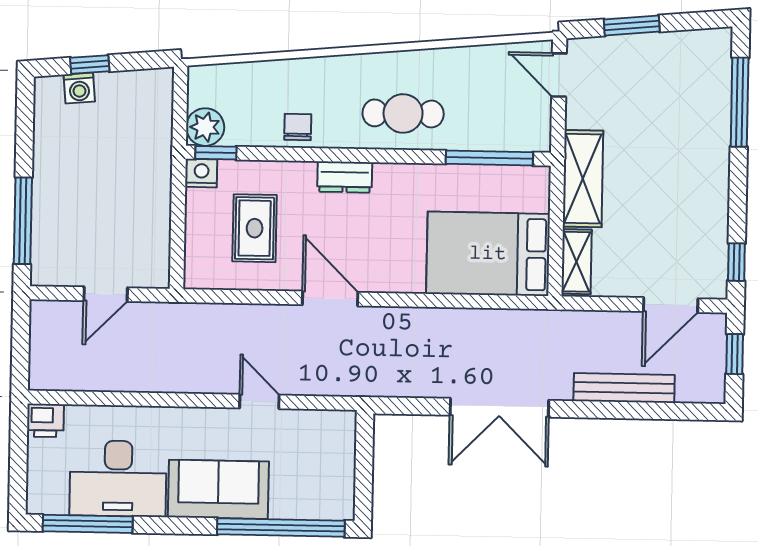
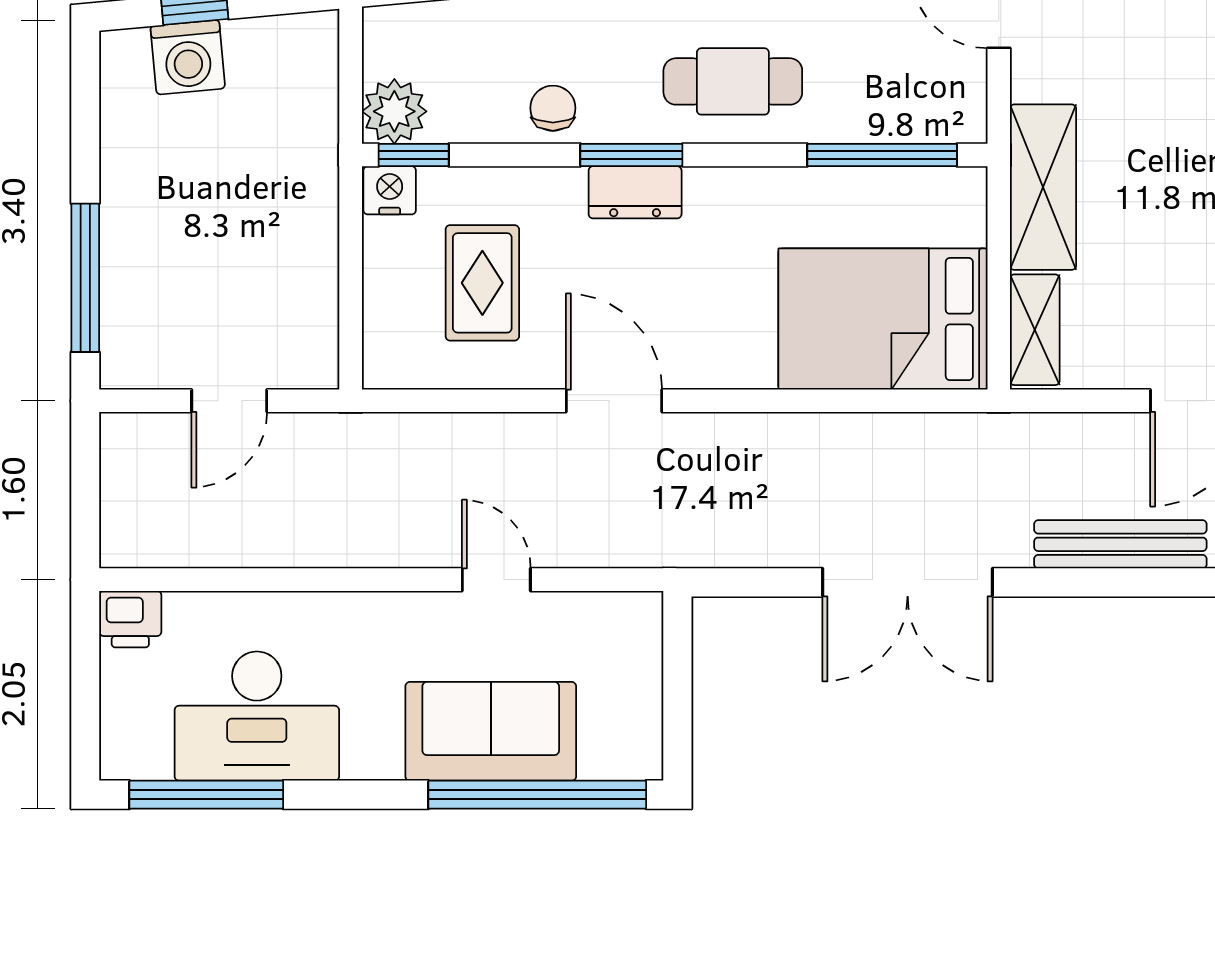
washing machine: (79, 88) -> (188, 57), width x1.38, depth x1.38
window: (343, 155) -> (631, 155), added
sofa: (218, 489) -> (491, 731), moved

